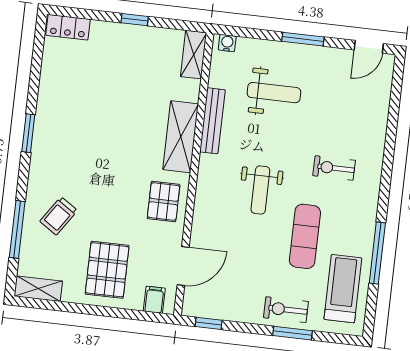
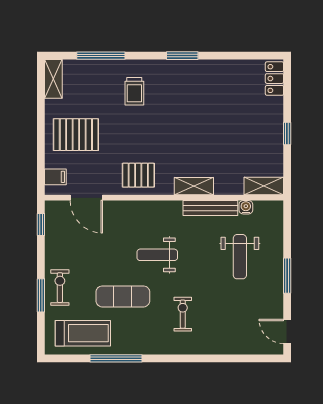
water cooler: (227, 43) -> (246, 207), moved, turned -90
shelving: (181, 137) -> (194, 186), width x0.67, depth x0.75
trolley: (59, 216) -> (134, 91), moved, turned -124

